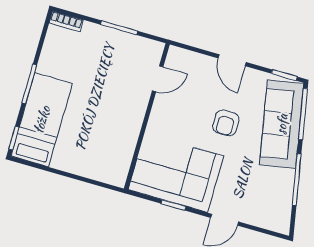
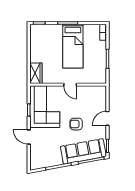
door: (158, 79) -> (70, 85), moved
bed: (42, 120) -> (73, 46), moved, turned 90
wardrobe: (107, 172) -> (36, 73), added

